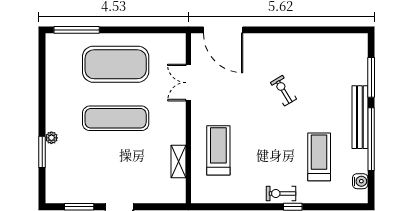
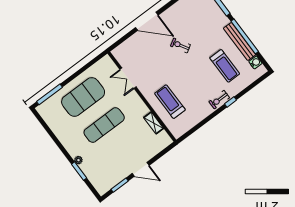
door: (223, 30) -> (147, 21), moved
bench: (360, 117) -> (240, 42), moved
treadmill: (319, 157) -> (225, 66), turned 180

